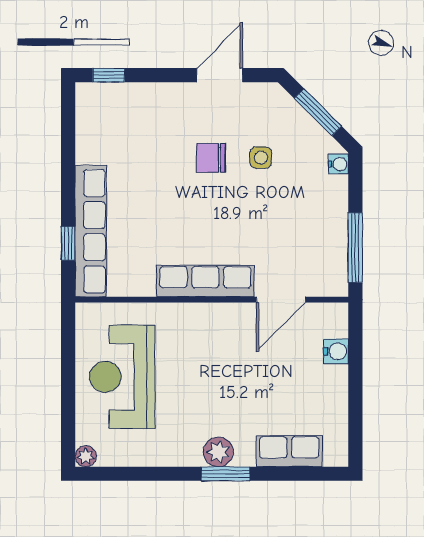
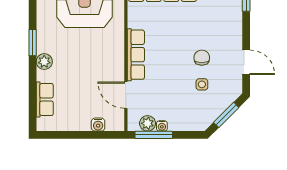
water cooler: (338, 164) -> (162, 126), moved
plant: (334, 259) -> (148, 123), added
window: (226, 474) -> (33, 43), moved

